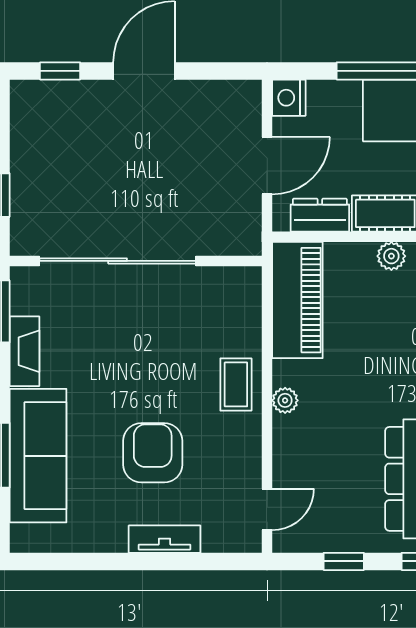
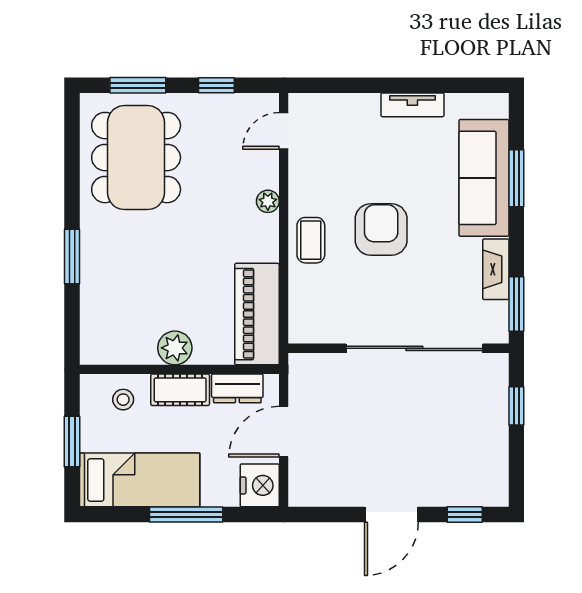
nightstand: (289, 98) -> (260, 485), width x1.36, depth x1.33
plant: (391, 256) -> (175, 348), width x1.38, depth x1.38
plant: (285, 400) -> (268, 201), moved
armchair: (153, 453) -> (381, 230), moved, turned 180
tv unit: (165, 539) -> (412, 105), moved

